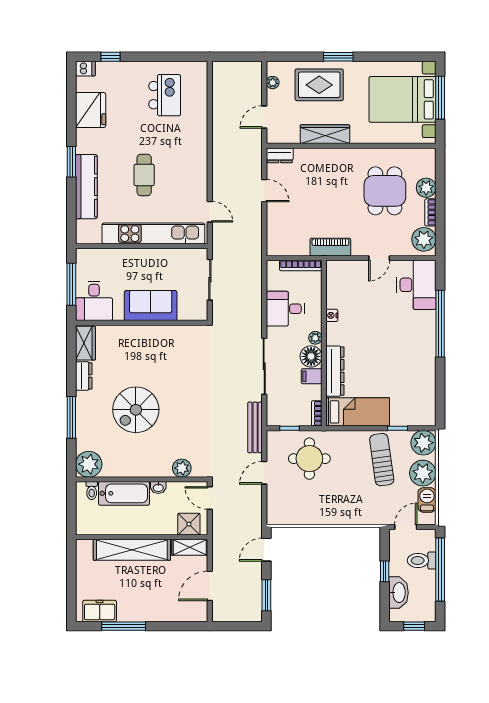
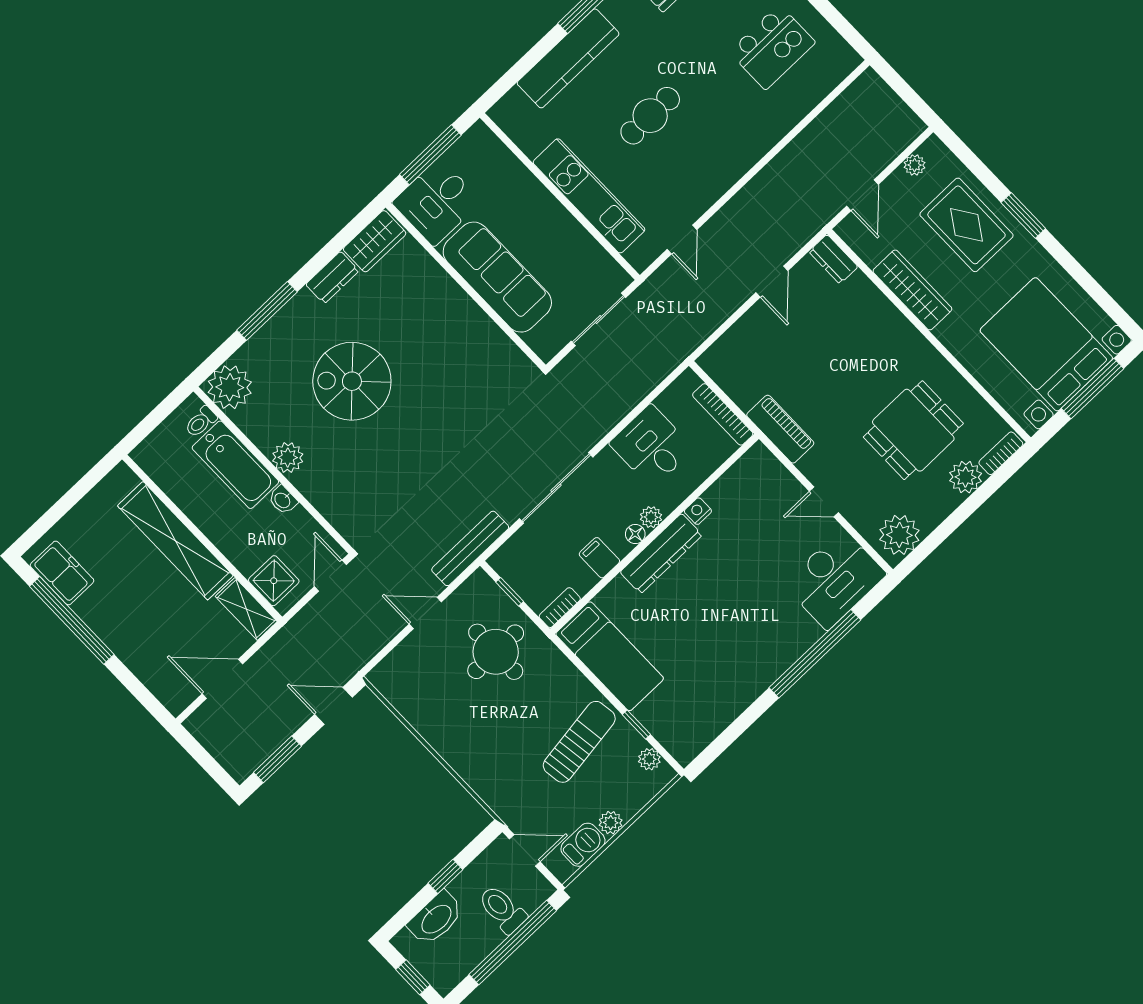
door: (264, 117) -> (862, 195), swing flipped
bookcase: (430, 212) -> (1001, 453), moved
kitchen unit: (153, 234) -> (589, 196), width x0.73
sofa: (151, 306) -> (497, 277), width x1.36
floor lamp: (311, 356) -> (635, 534), width x0.53, depth x0.53
dresser: (335, 371) -> (661, 554), moved
plant: (423, 443) -> (649, 759), width x0.53, depth x0.53
plant: (182, 468) -> (288, 458), moved
plant: (423, 473) -> (611, 823), width x0.53, depth x0.53
window: (124, 626) -> (72, 620), width x1.46

